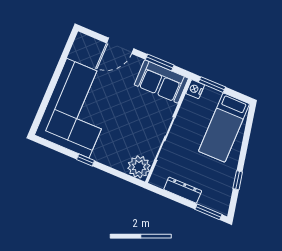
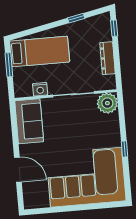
window: (160, 62) -> (15, 131), removed
window: (212, 85) -> (9, 65), moved
nightstand: (195, 89) -> (40, 89), moved
window: (208, 212) -> (114, 28), width x0.67

